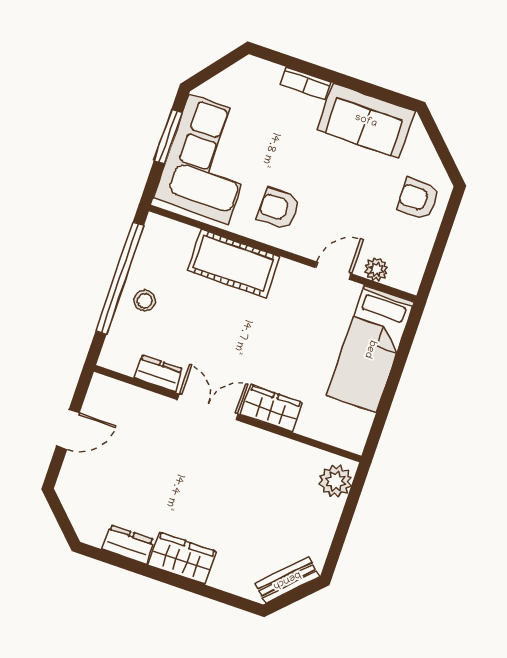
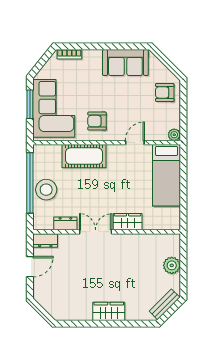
bookcase: (306, 83) -> (69, 54), moved
plant: (376, 269) -> (174, 135), moved
stool: (145, 301) -> (46, 190), width x1.89, depth x1.89
plant: (336, 481) -> (172, 265), moved
dresser: (128, 544) -> (45, 240), moved, turned 180

